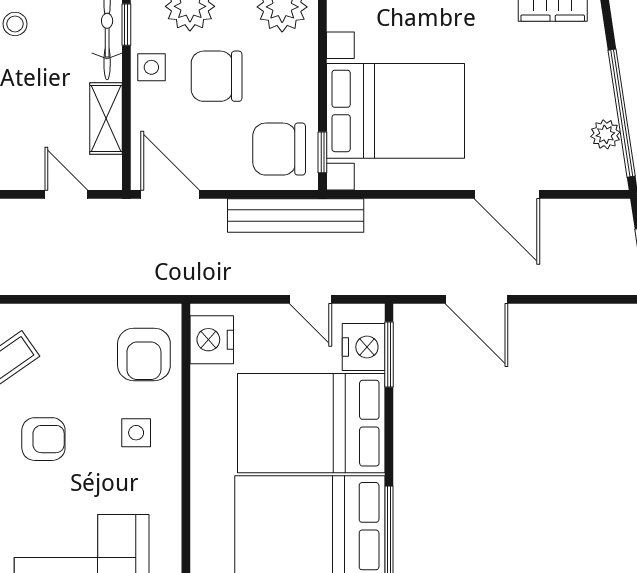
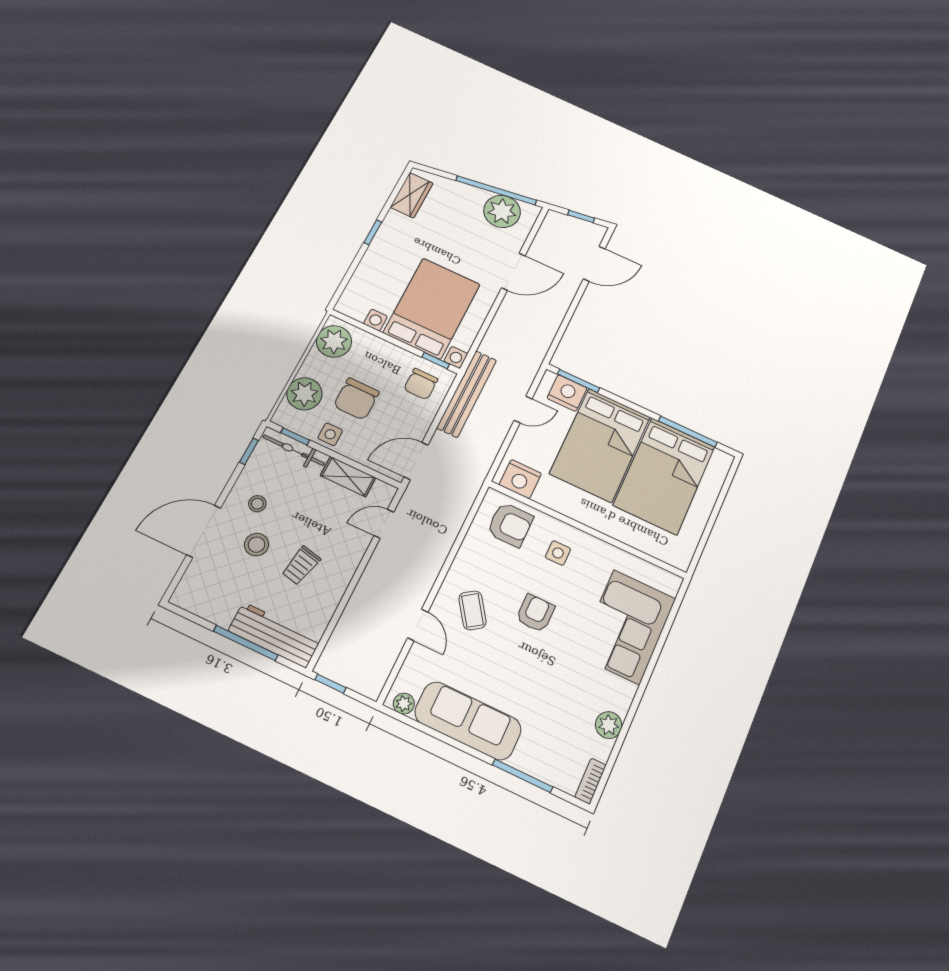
plant: (605, 134) -> (502, 211), width x1.88, depth x1.88
chair: (279, 149) -> (421, 384), width x0.73, depth x0.73
door: (477, 299) -> (594, 264), moved

